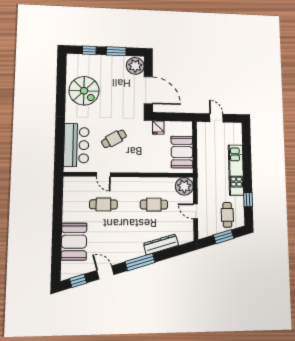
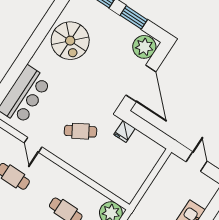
cafe table: (114, 139) -> (80, 131), moved
booth: (182, 152) -> (133, 175), removed

